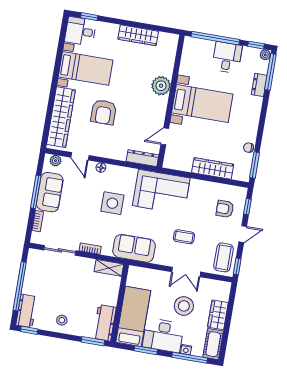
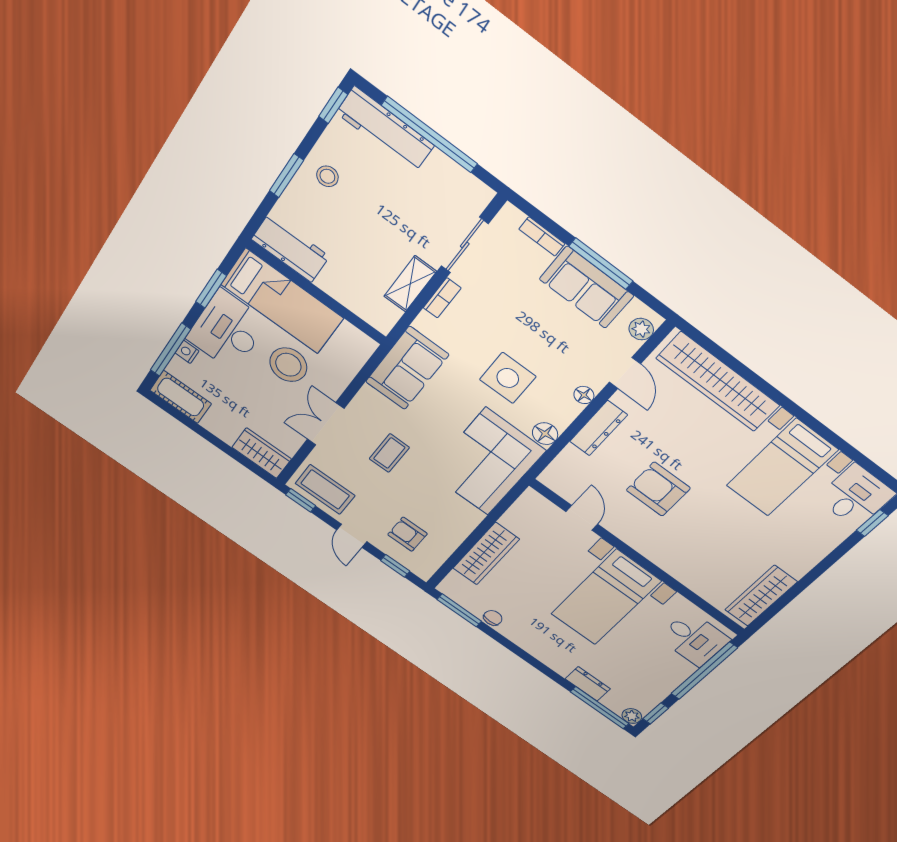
wardrobe: (138, 35) -> (761, 596), moved
desk: (227, 57) -> (694, 639), moved
plant: (161, 86) -> (674, 559), removed
armchair: (104, 112) -> (658, 489), moved
door: (80, 156) -> (625, 373), swing flipped
dresser: (142, 158) -> (598, 428), moved
floor lamp: (130, 174) -> (545, 434), added
armchair: (225, 209) -> (407, 534), turned -90
shelving: (109, 268) -> (410, 284), moved
stool: (184, 306) -> (288, 365), moved
workbench: (27, 311) -> (385, 129), width x1.38
wardrobe: (218, 315) -> (262, 453), moved
window: (93, 341) -> (286, 176), moved

